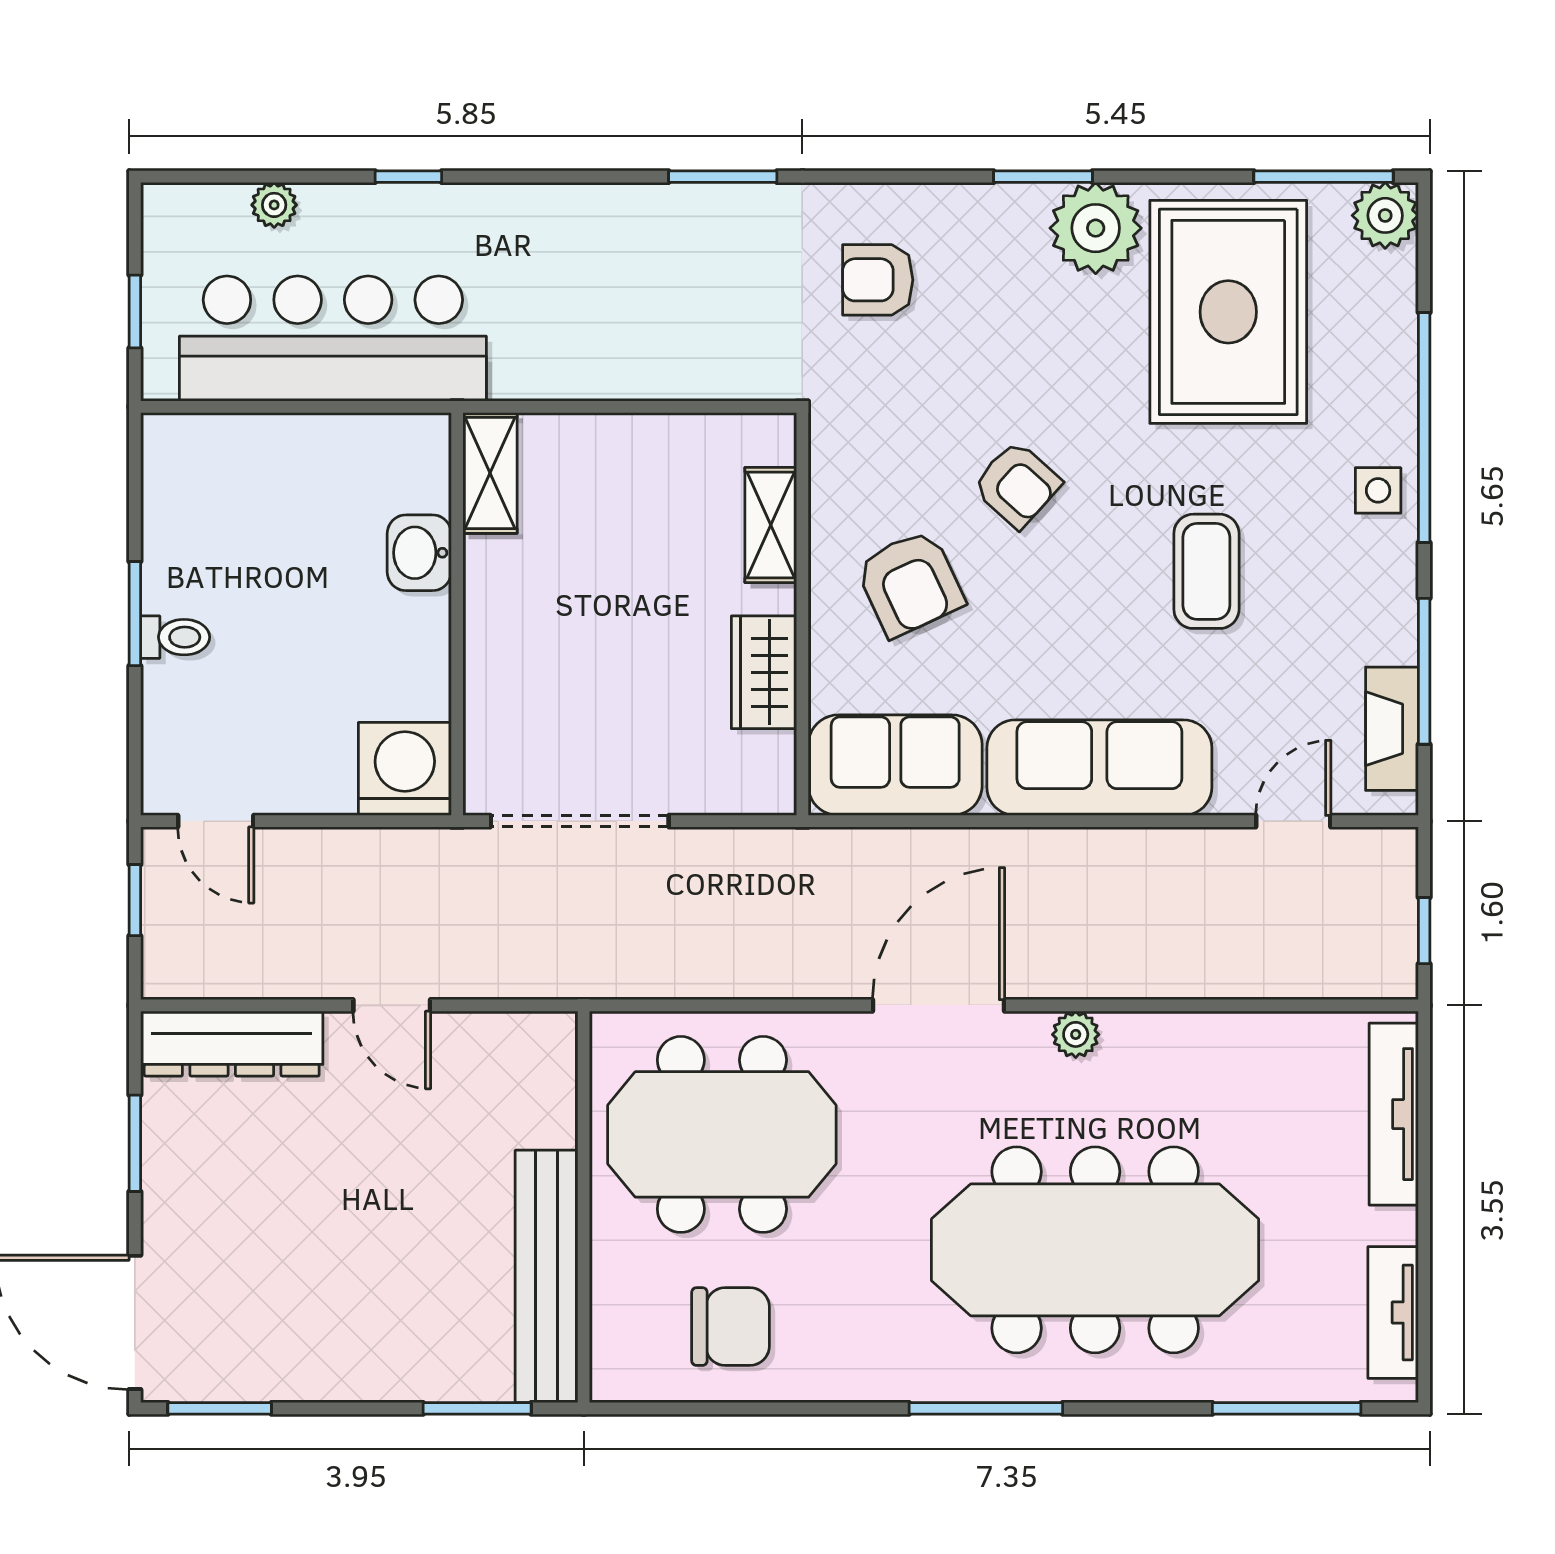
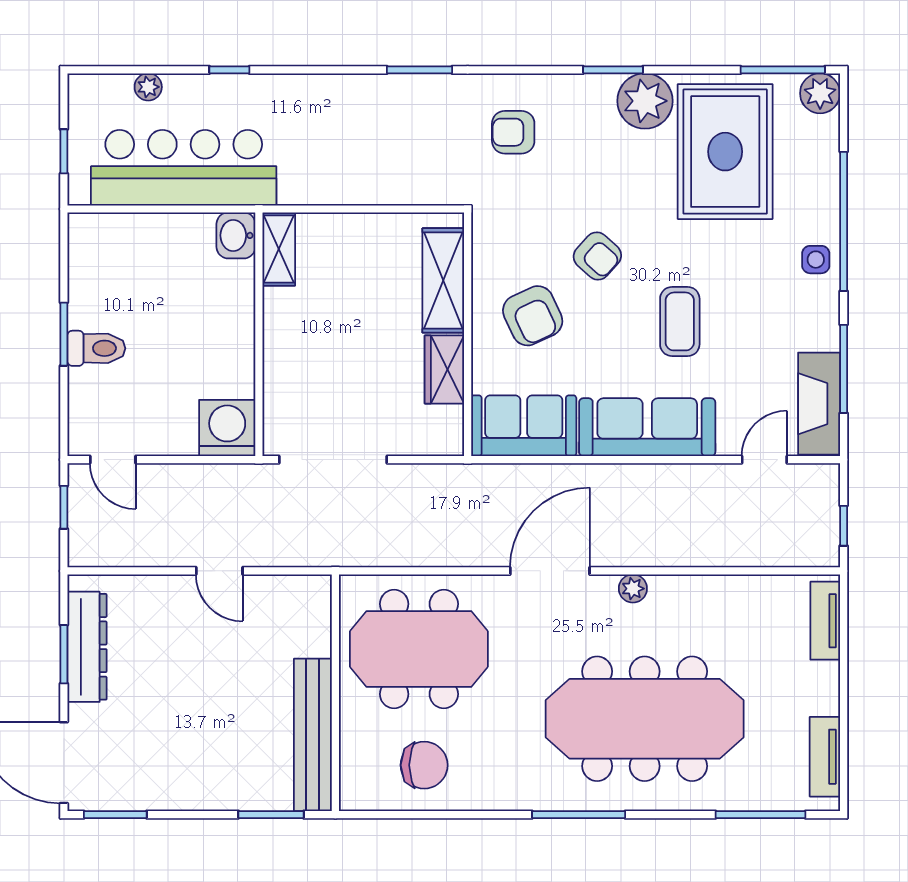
shelving: (771, 525) -> (443, 280), width x1.50, depth x1.33
washbasin: (419, 553) -> (236, 235), moved
coffee table: (1206, 571) -> (680, 321), moved
toilet: (175, 637) -> (96, 348), width x1.37, depth x1.39
fireplace: (1392, 729) -> (819, 404), width x1.37, depth x1.32
dresser: (232, 1044) -> (87, 647), moved, turned -90
tv unit: (1394, 1114) -> (825, 621), width x0.71

